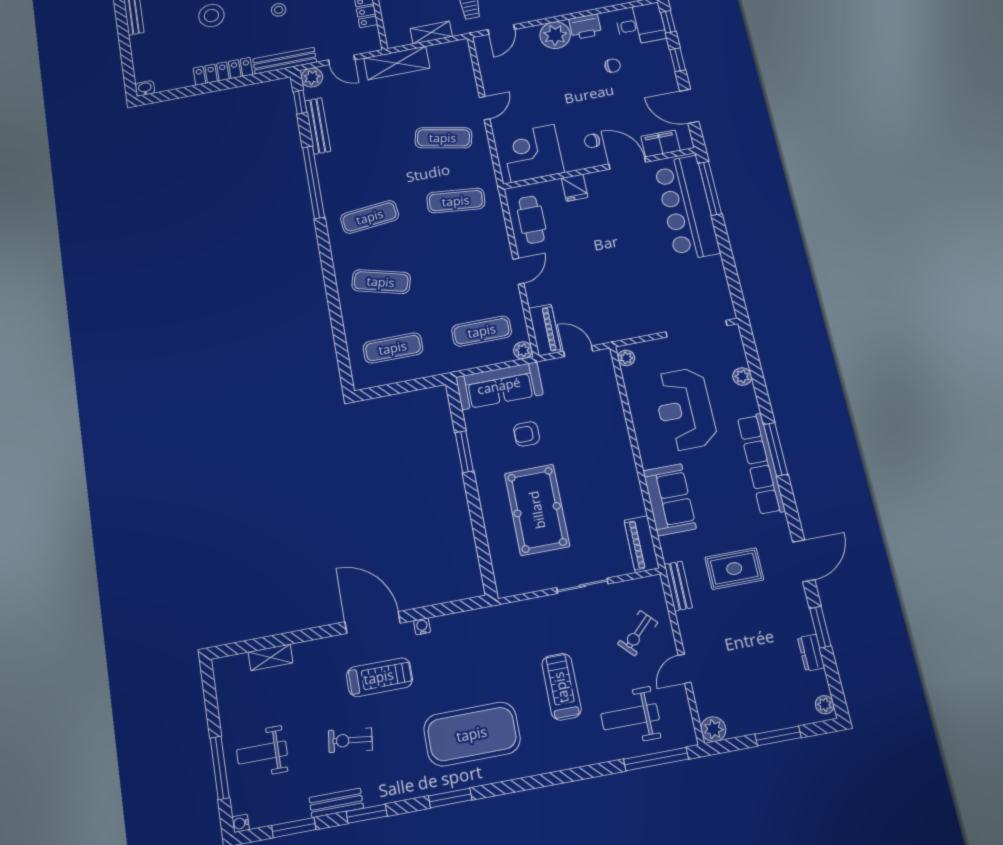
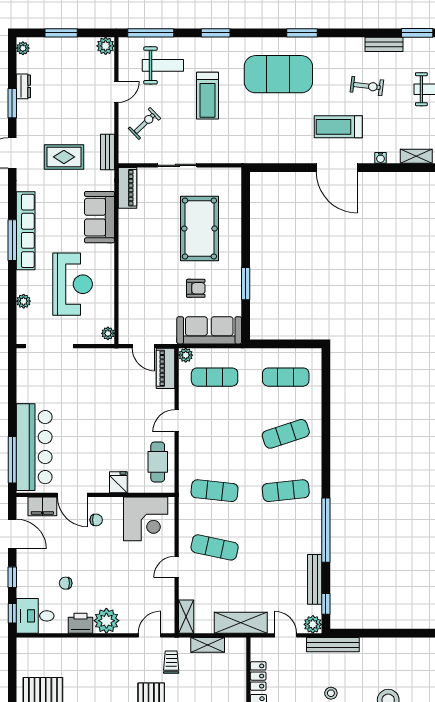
shelving: (462, 57) -> (186, 617), added
locker: (223, 71) -> (386, 646), removed
exercise mat: (381, 282) -> (286, 434), turned -33
water cooler: (422, 626) -> (380, 158), moved
window: (367, 814) -> (216, 33), moved

